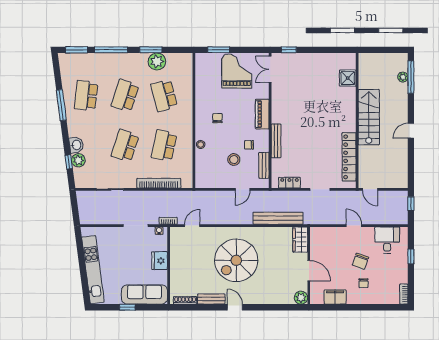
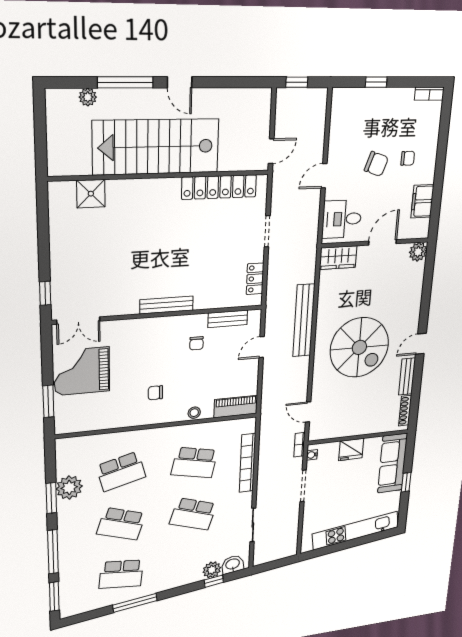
window: (411, 77) -> (125, 82), moved
piano: (262, 114) -> (236, 407), moved, turned 180
stairs: (369, 117) -> (156, 147), width x1.36, depth x1.51
bench: (276, 141) -> (167, 305), moved
washbasin: (76, 145) -> (233, 564), moved
stool: (234, 160) -> (218, 363), removed
door: (243, 189) -> (262, 347), swing flipped
bench: (278, 218) -> (304, 321), moved
desk: (387, 240) -> (342, 219), moved

